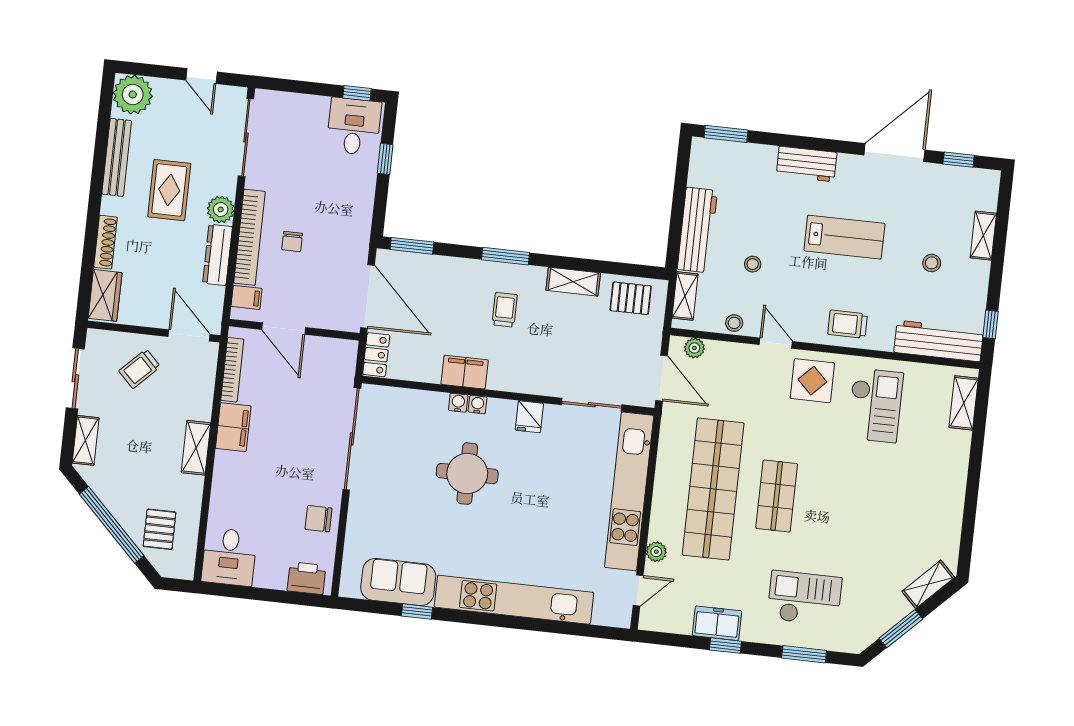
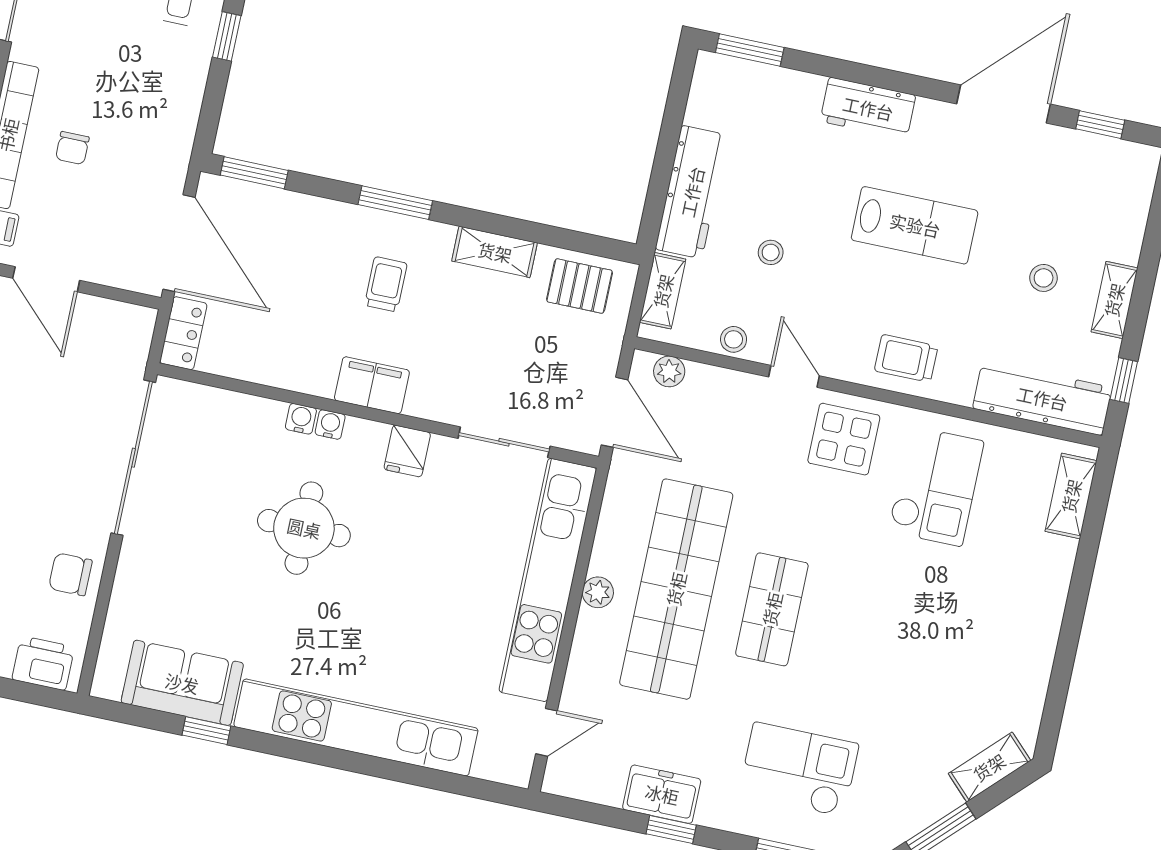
shelving: (983, 236) -> (1114, 300), moved
filing cabinet: (465, 372) -> (372, 385), moved
plant: (656, 552) -> (598, 592), moved

